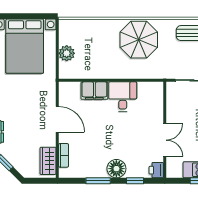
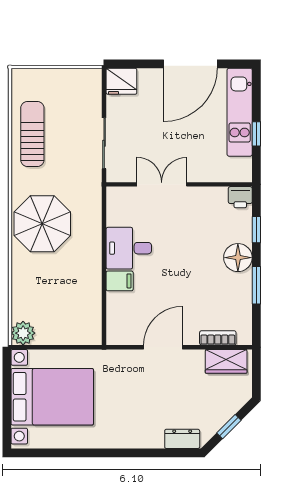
plant: (67, 53) -> (23, 333), moved
filing cabinet: (94, 91) -> (120, 281), width x0.50
double door: (165, 140) -> (162, 184), moved

